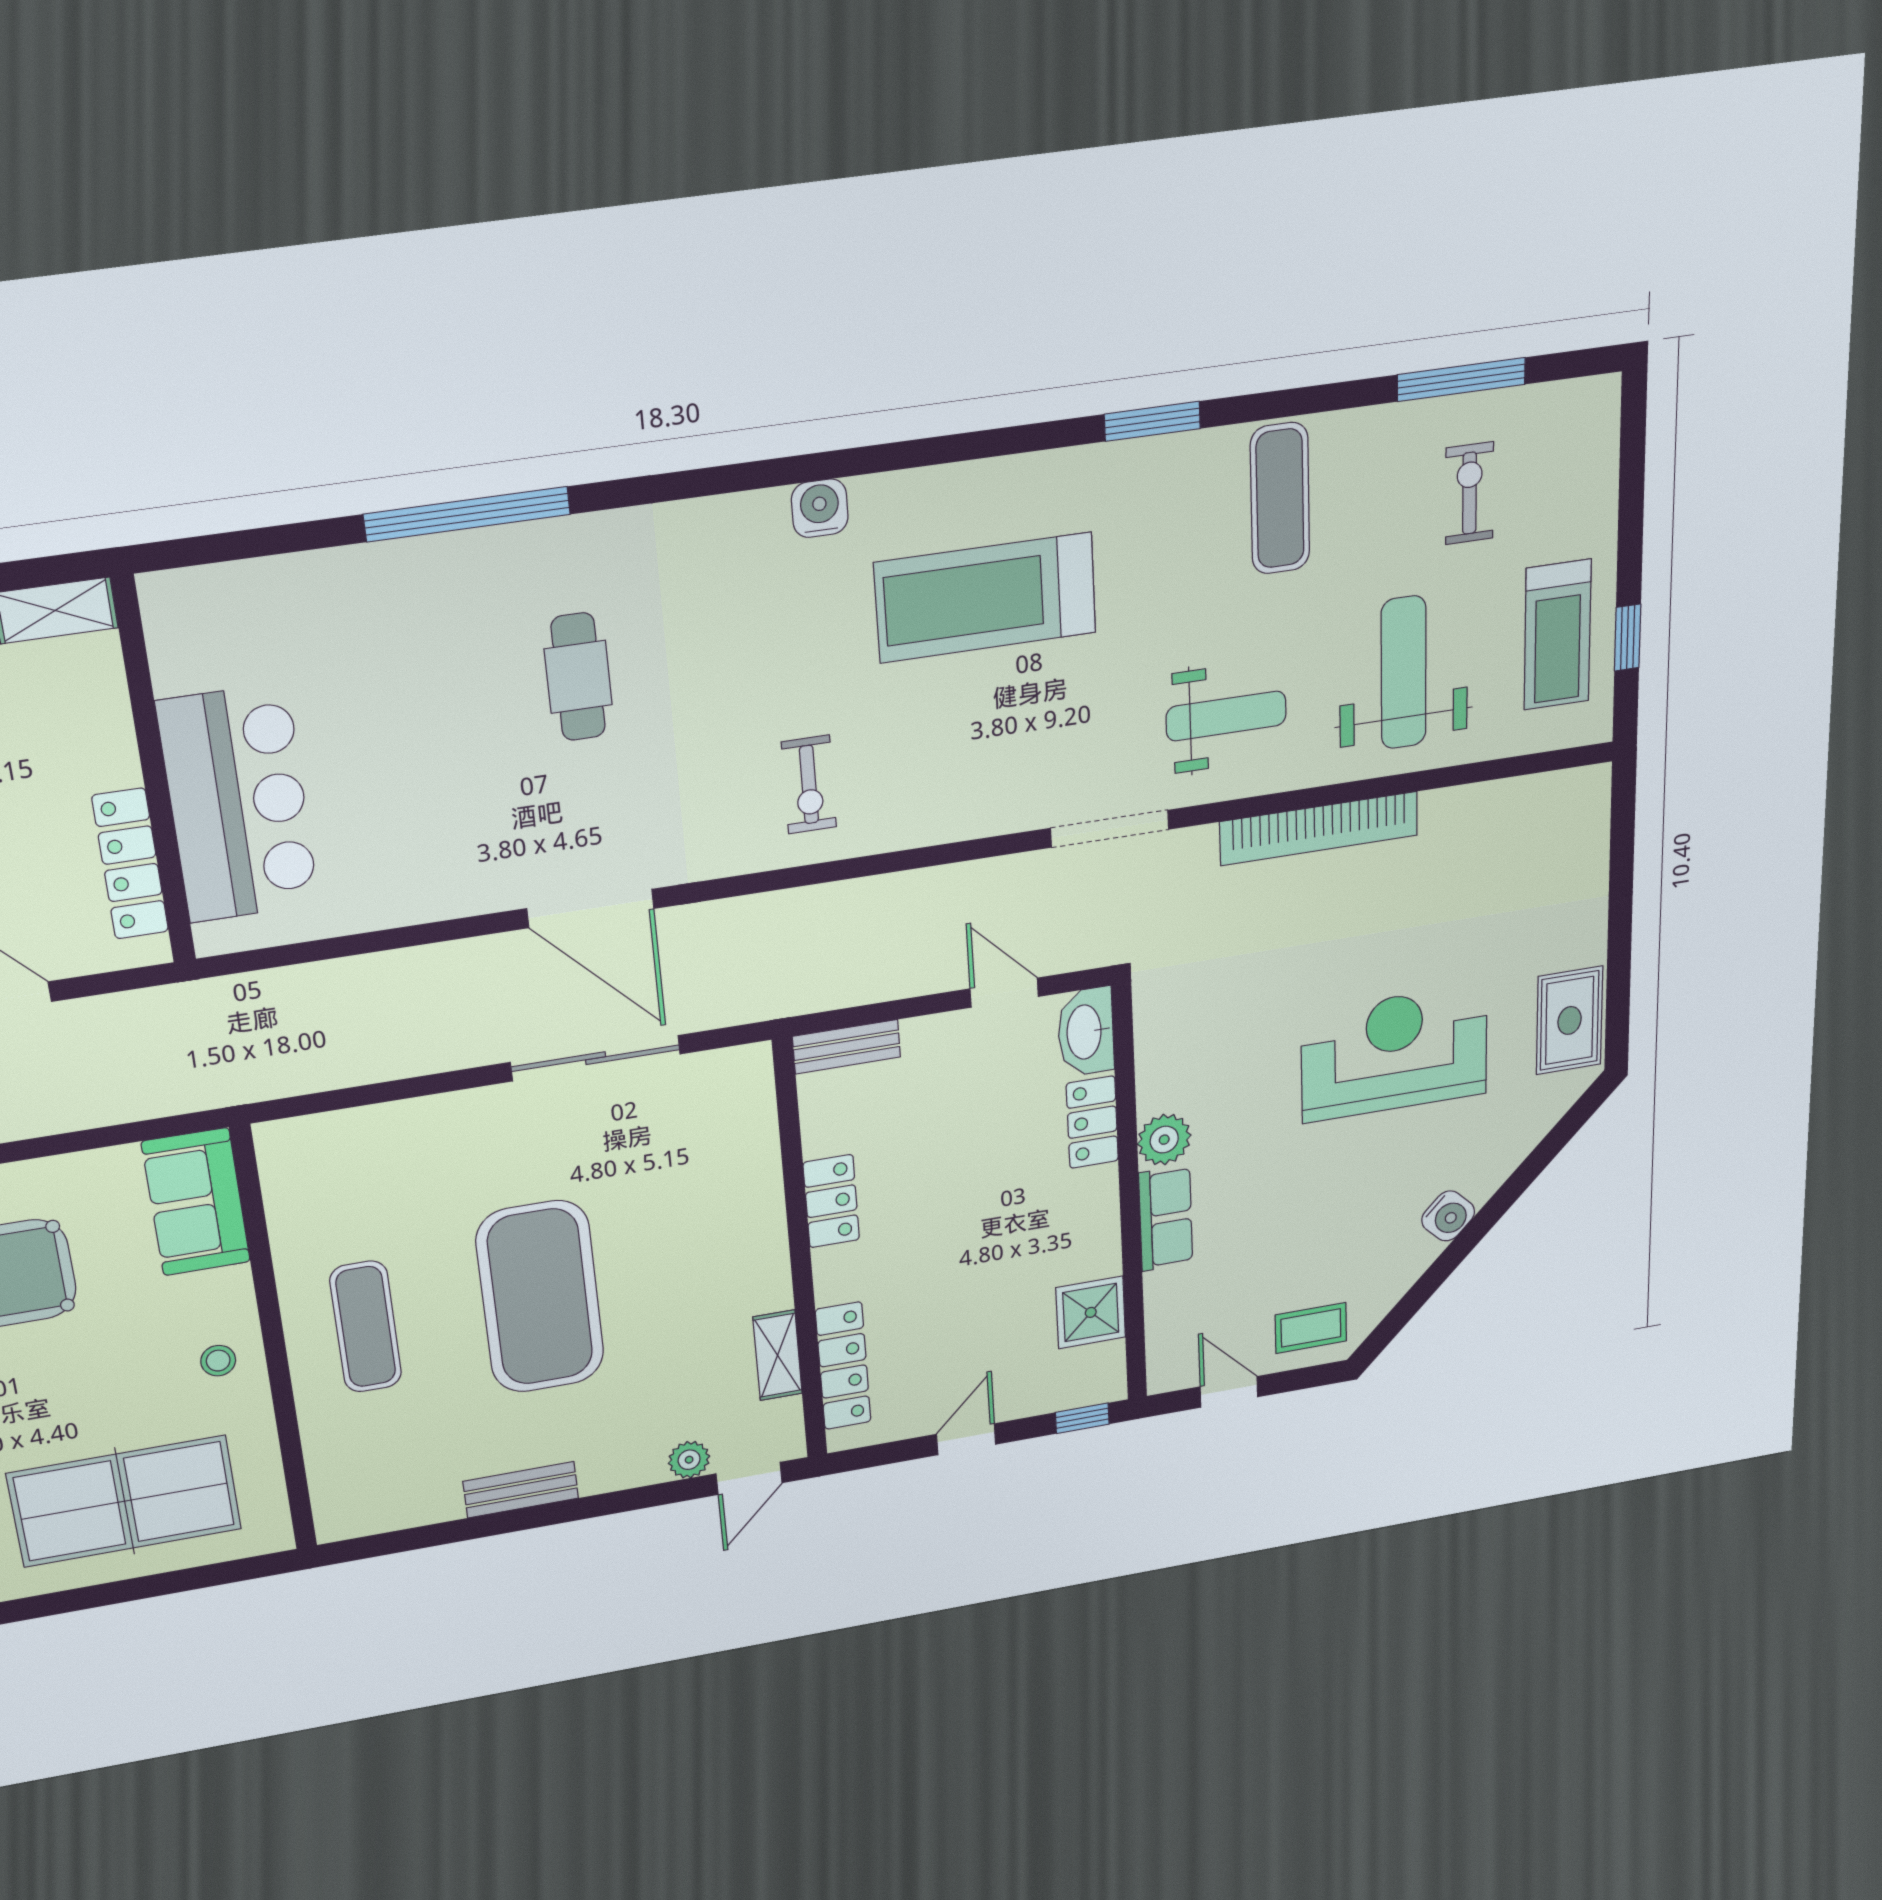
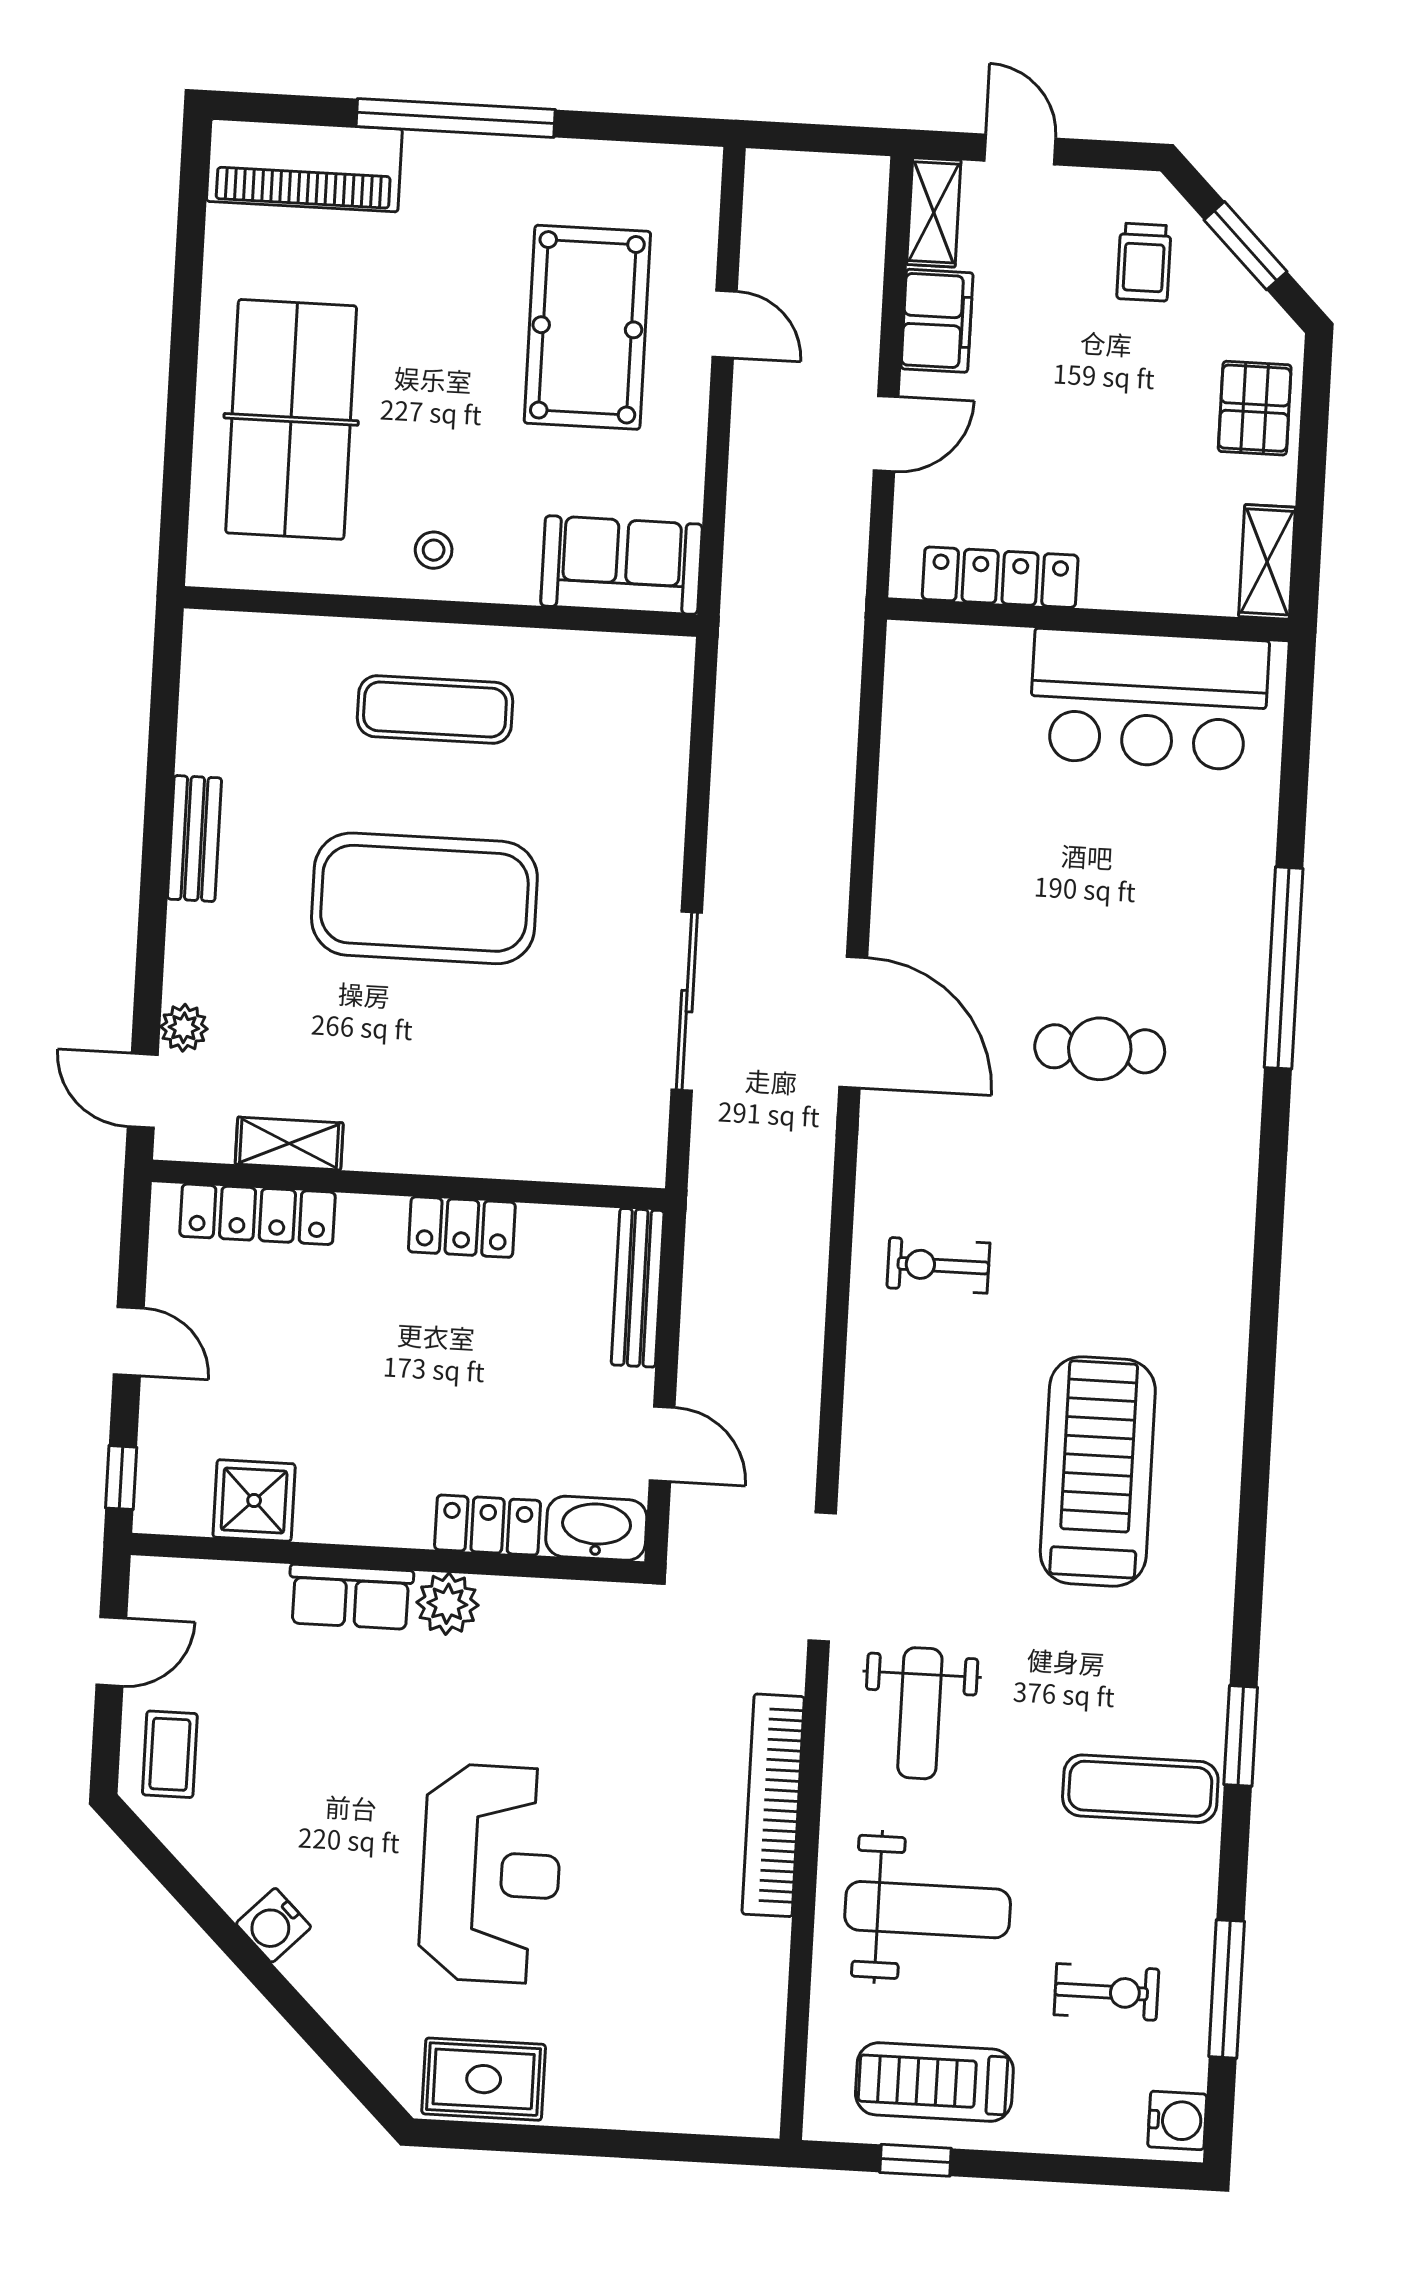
window: (1152, 421) -> (1241, 1736), moved
water cooler: (820, 508) -> (1177, 2120), moved
bar counter: (238, 804) -> (1149, 700), moved
door: (590, 909) -> (853, 1022), swing flipped
door: (1004, 993) -> (662, 1444), hinge flipped
bench: (846, 1047) -> (638, 1288), width x1.36

